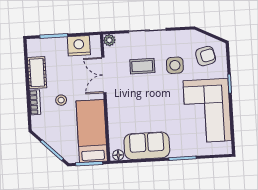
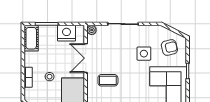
coffee table: (142, 66) -> (108, 80), moved
cot: (37, 73) -> (31, 38), moved

